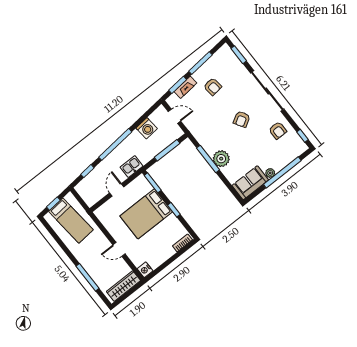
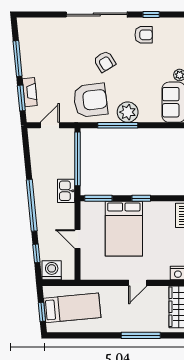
window: (239, 55) -> (39, 14), removed
armchair: (213, 87) -> (90, 100), moved, width x1.88, depth x1.88
washing machine: (147, 128) -> (52, 270), moved, turned -85
window: (302, 136) -> (151, 14), moved
window: (167, 150) -> (77, 159), width x1.46
kitchen sink: (132, 167) -> (66, 191), moved

